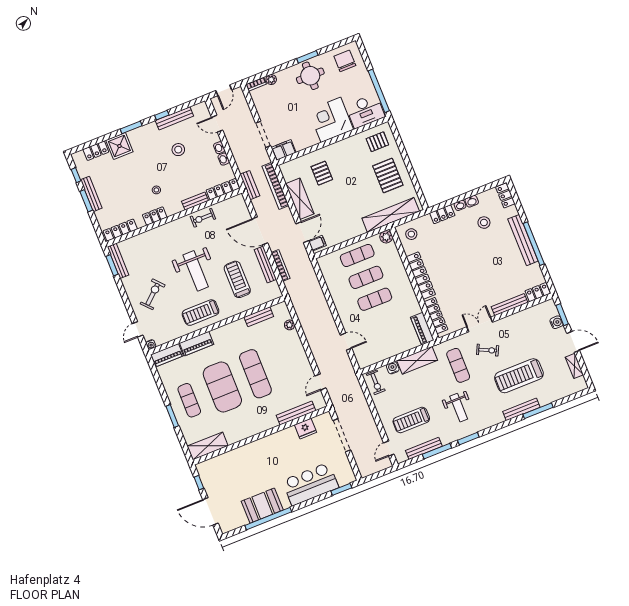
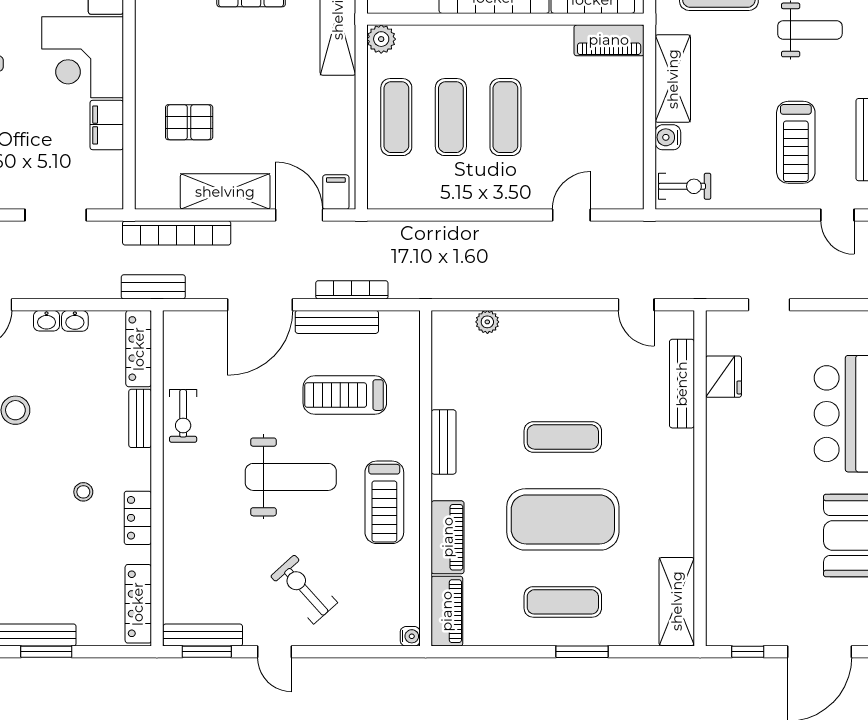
filing cabinet: (284, 150) -> (107, 125), moved
bench: (259, 317) -> (444, 442), moved
door: (138, 329) -> (275, 652), moved
exercise mat: (255, 374) -> (563, 437), width x0.73, depth x0.69
doorway: (342, 435) -> (769, 305), width x0.53

